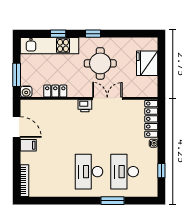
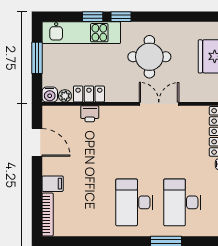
window: (93, 34) -> (121, 17), moved
window: (17, 75) -> (37, 58), moved
plant: (38, 92) -> (65, 96), added
printer: (85, 106) -> (90, 114), moved
filing cabinet: (28, 145) -> (53, 184), moved

